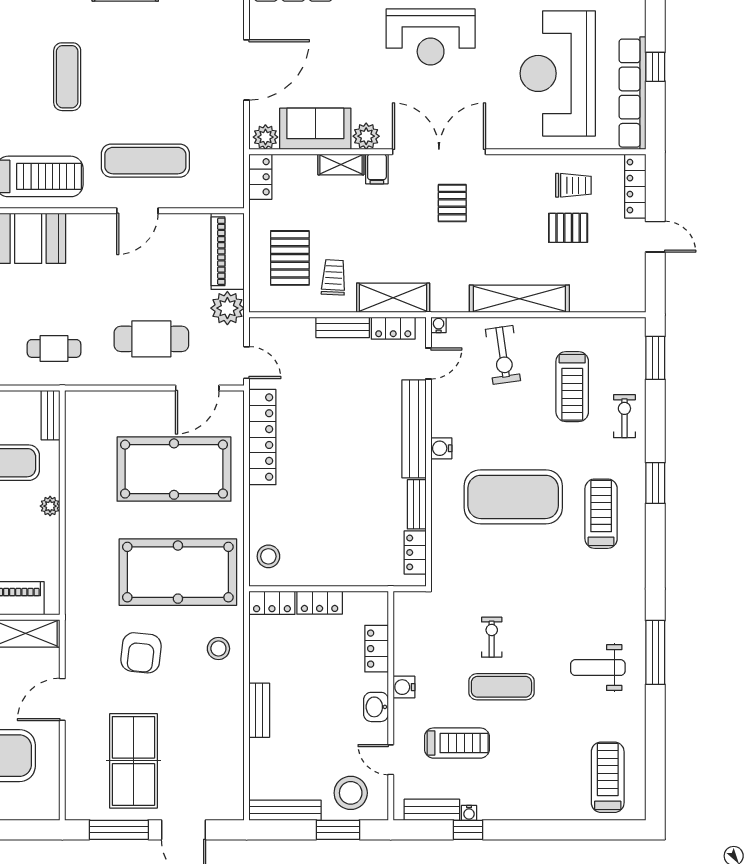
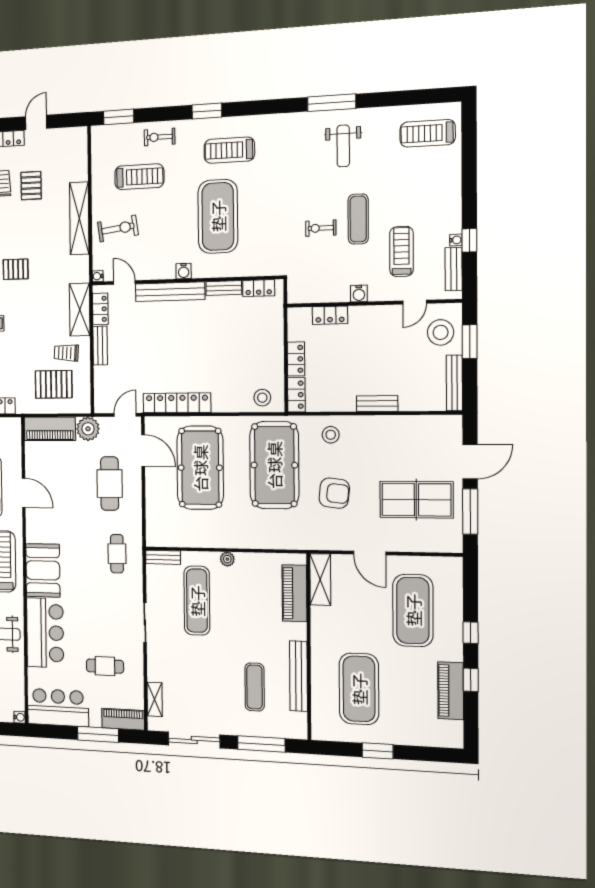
washbasin: (376, 707) -> (374, 314), removed

